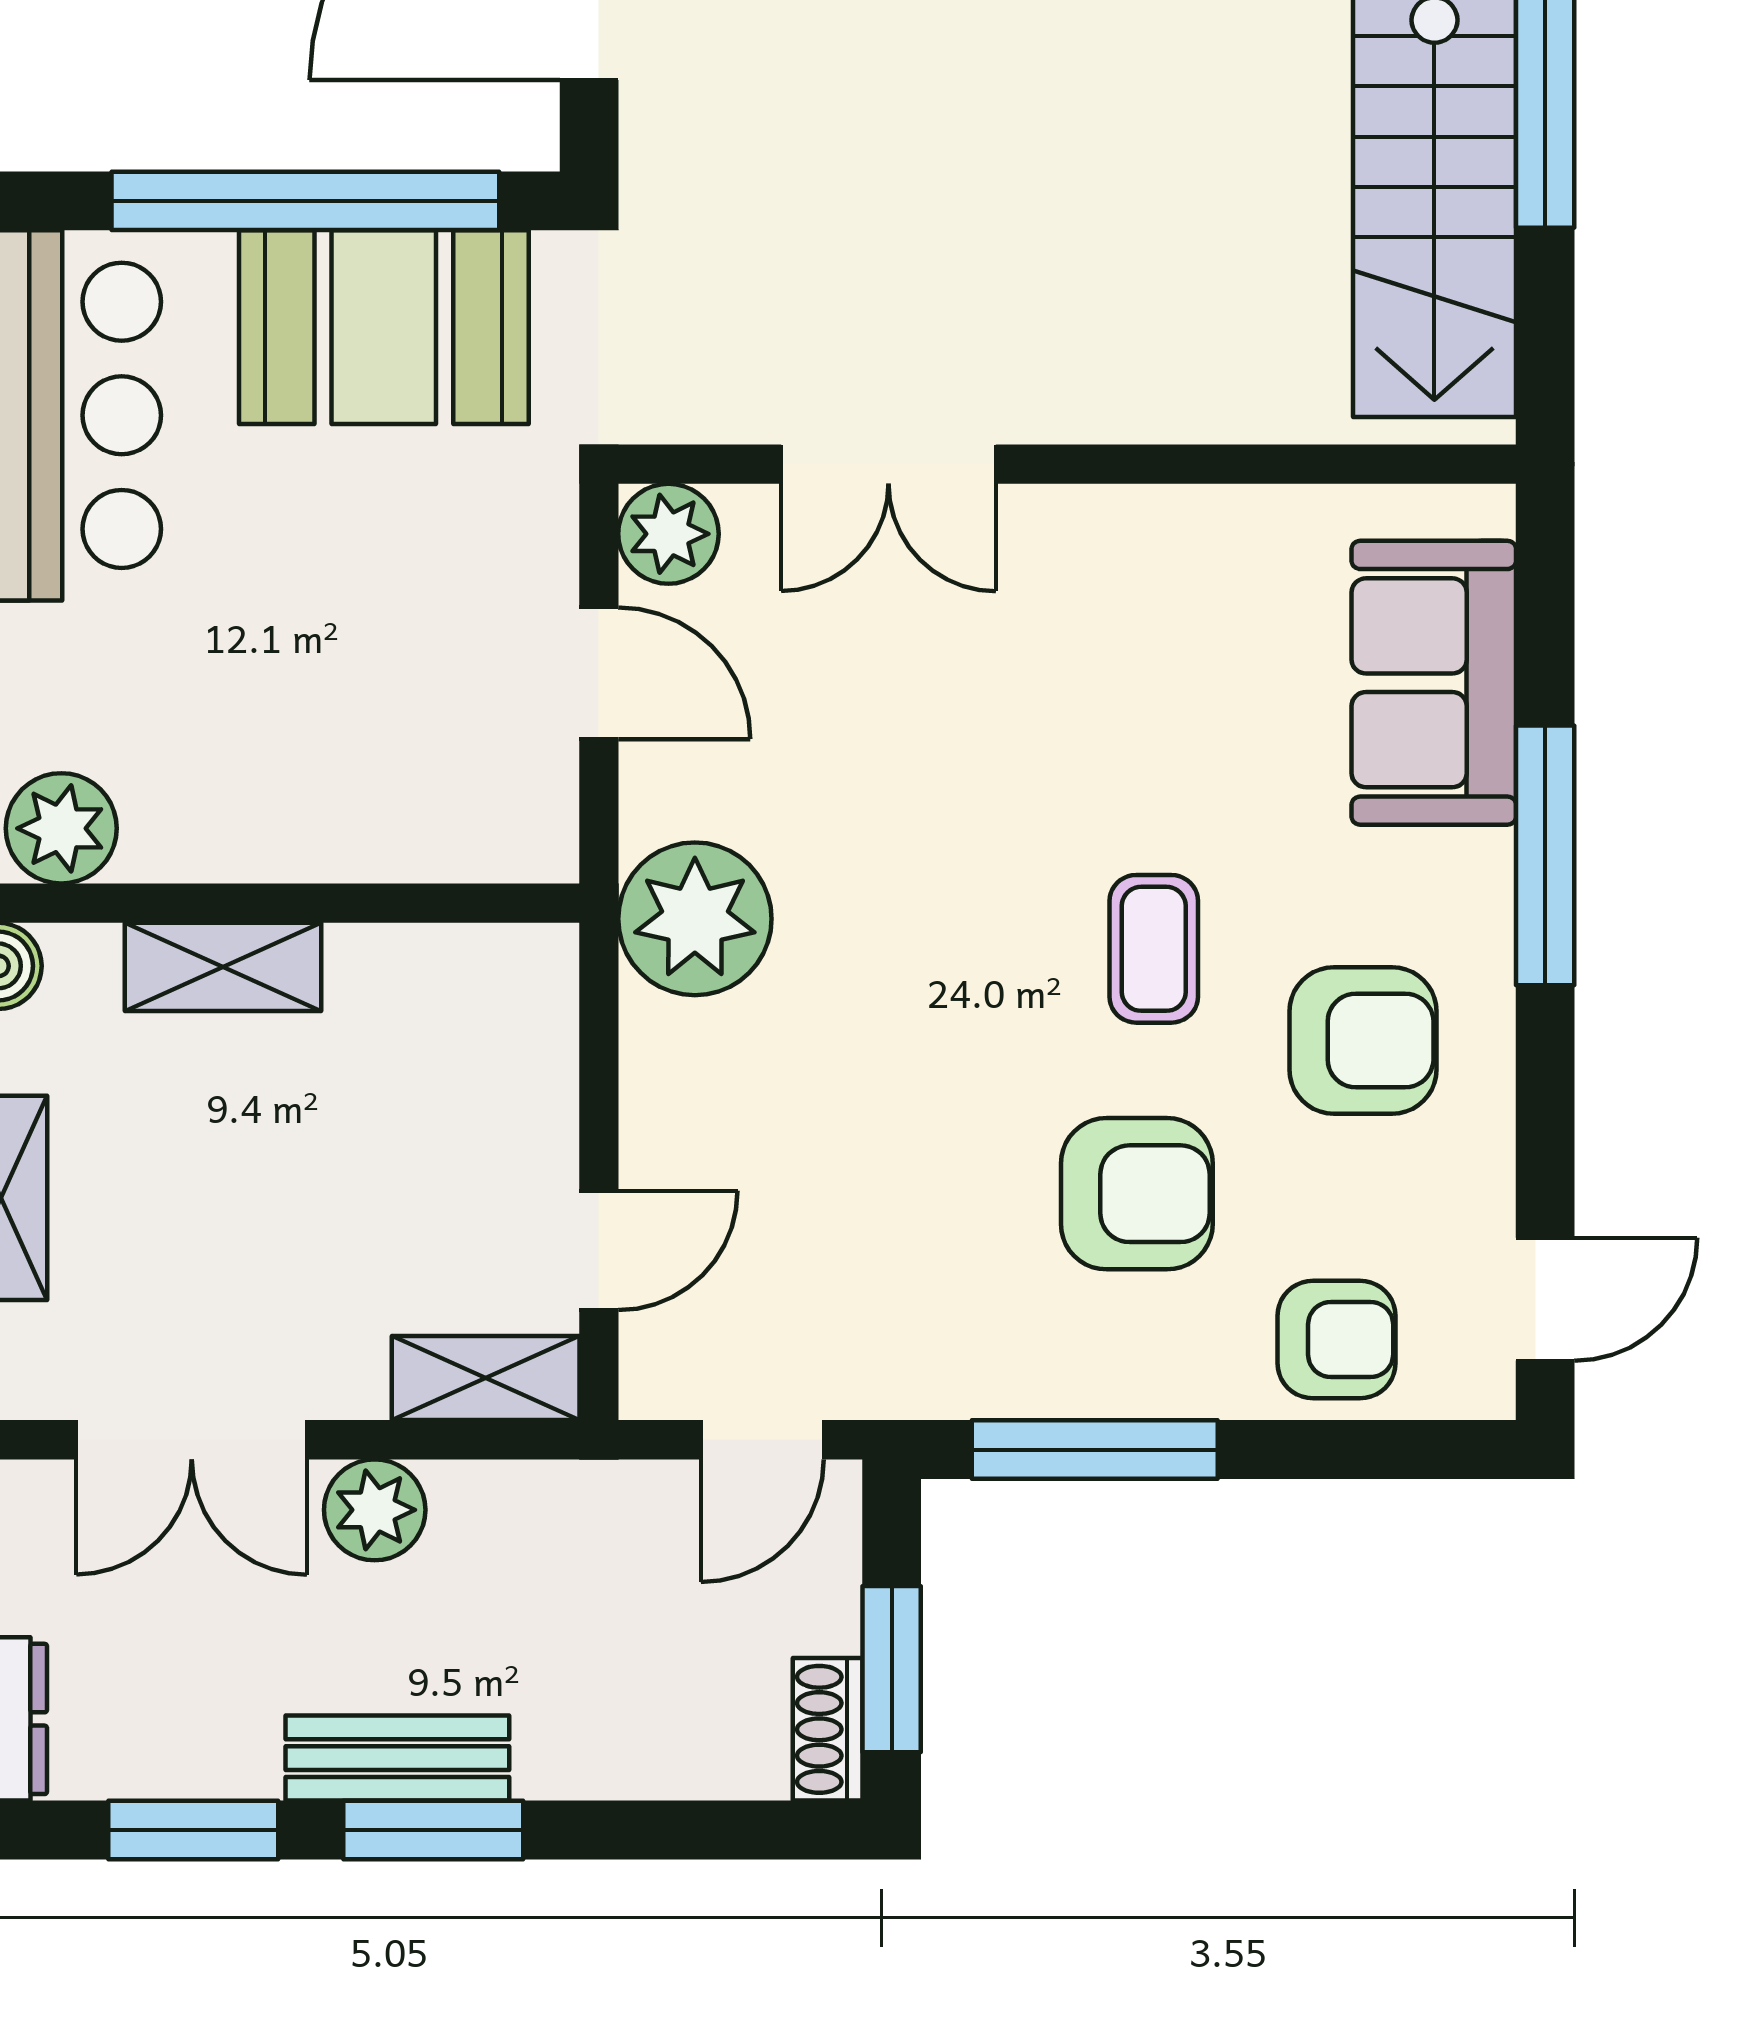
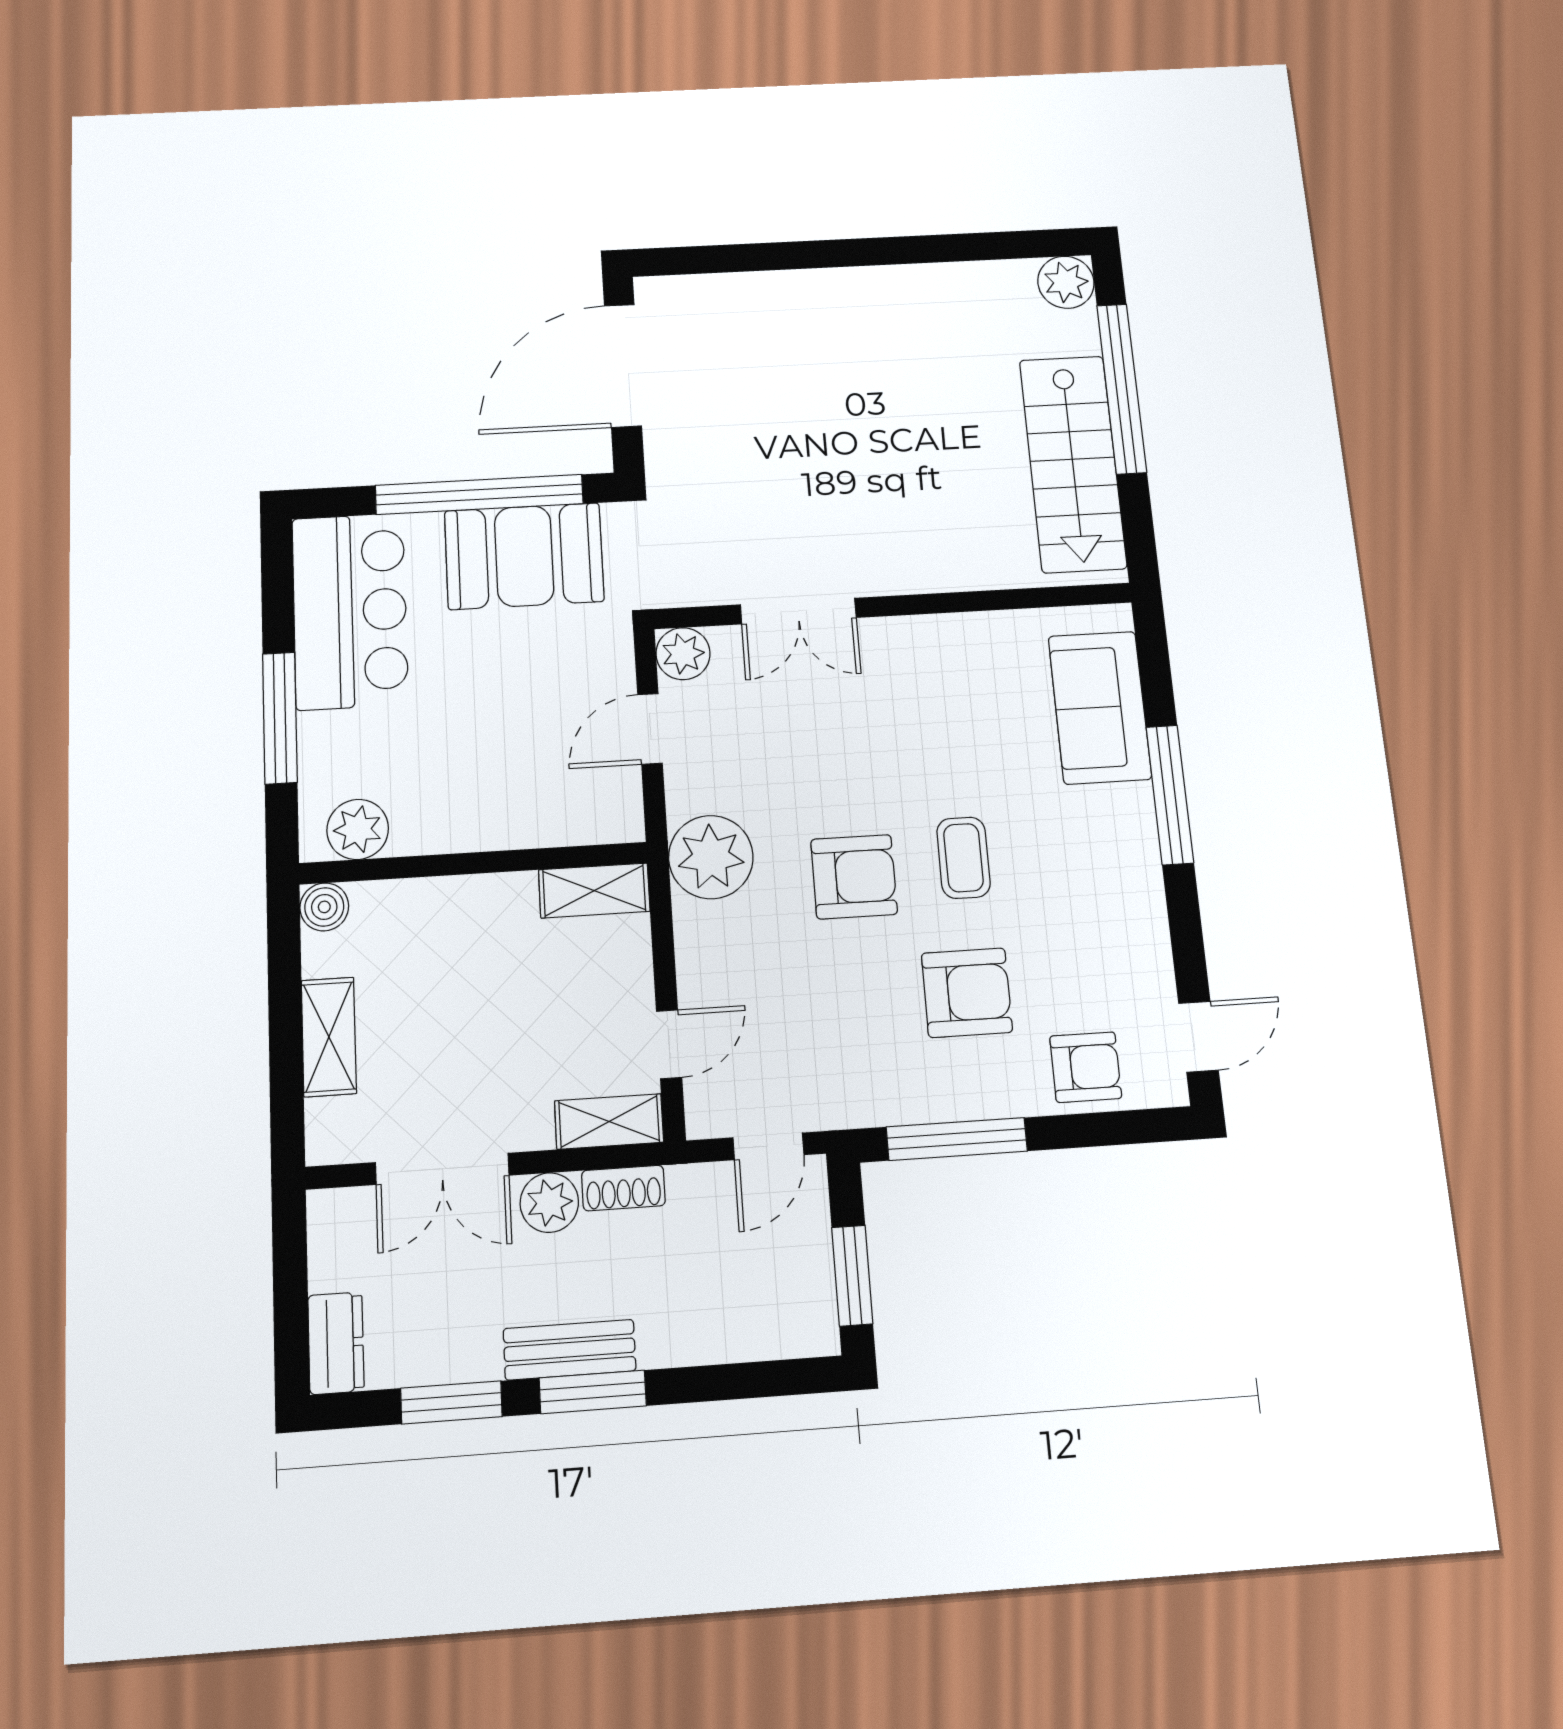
door: (599, 673) -> (650, 729), swing flipped
shelving: (223, 967) -> (594, 891), moved
armchair: (1363, 1040) -> (854, 877), moved
shoe rack: (828, 1729) -> (623, 1188), moved, turned -90

